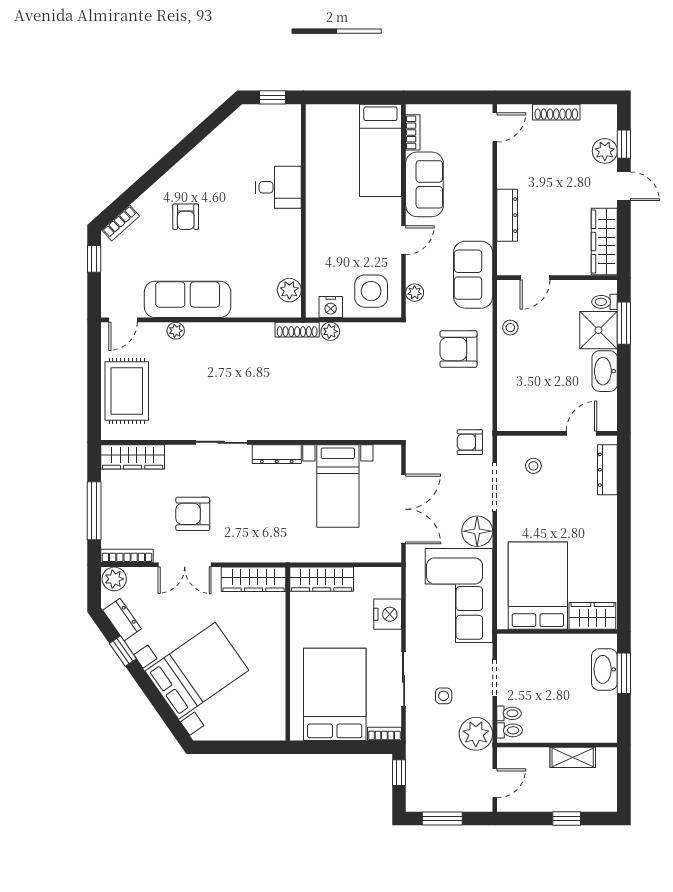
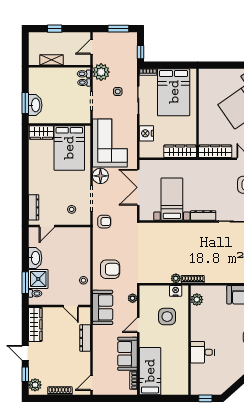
plant: (605, 151) -> (35, 385), moved
door: (535, 278) -> (71, 306), swing flipped
side table: (371, 291) -> (167, 317), moved

